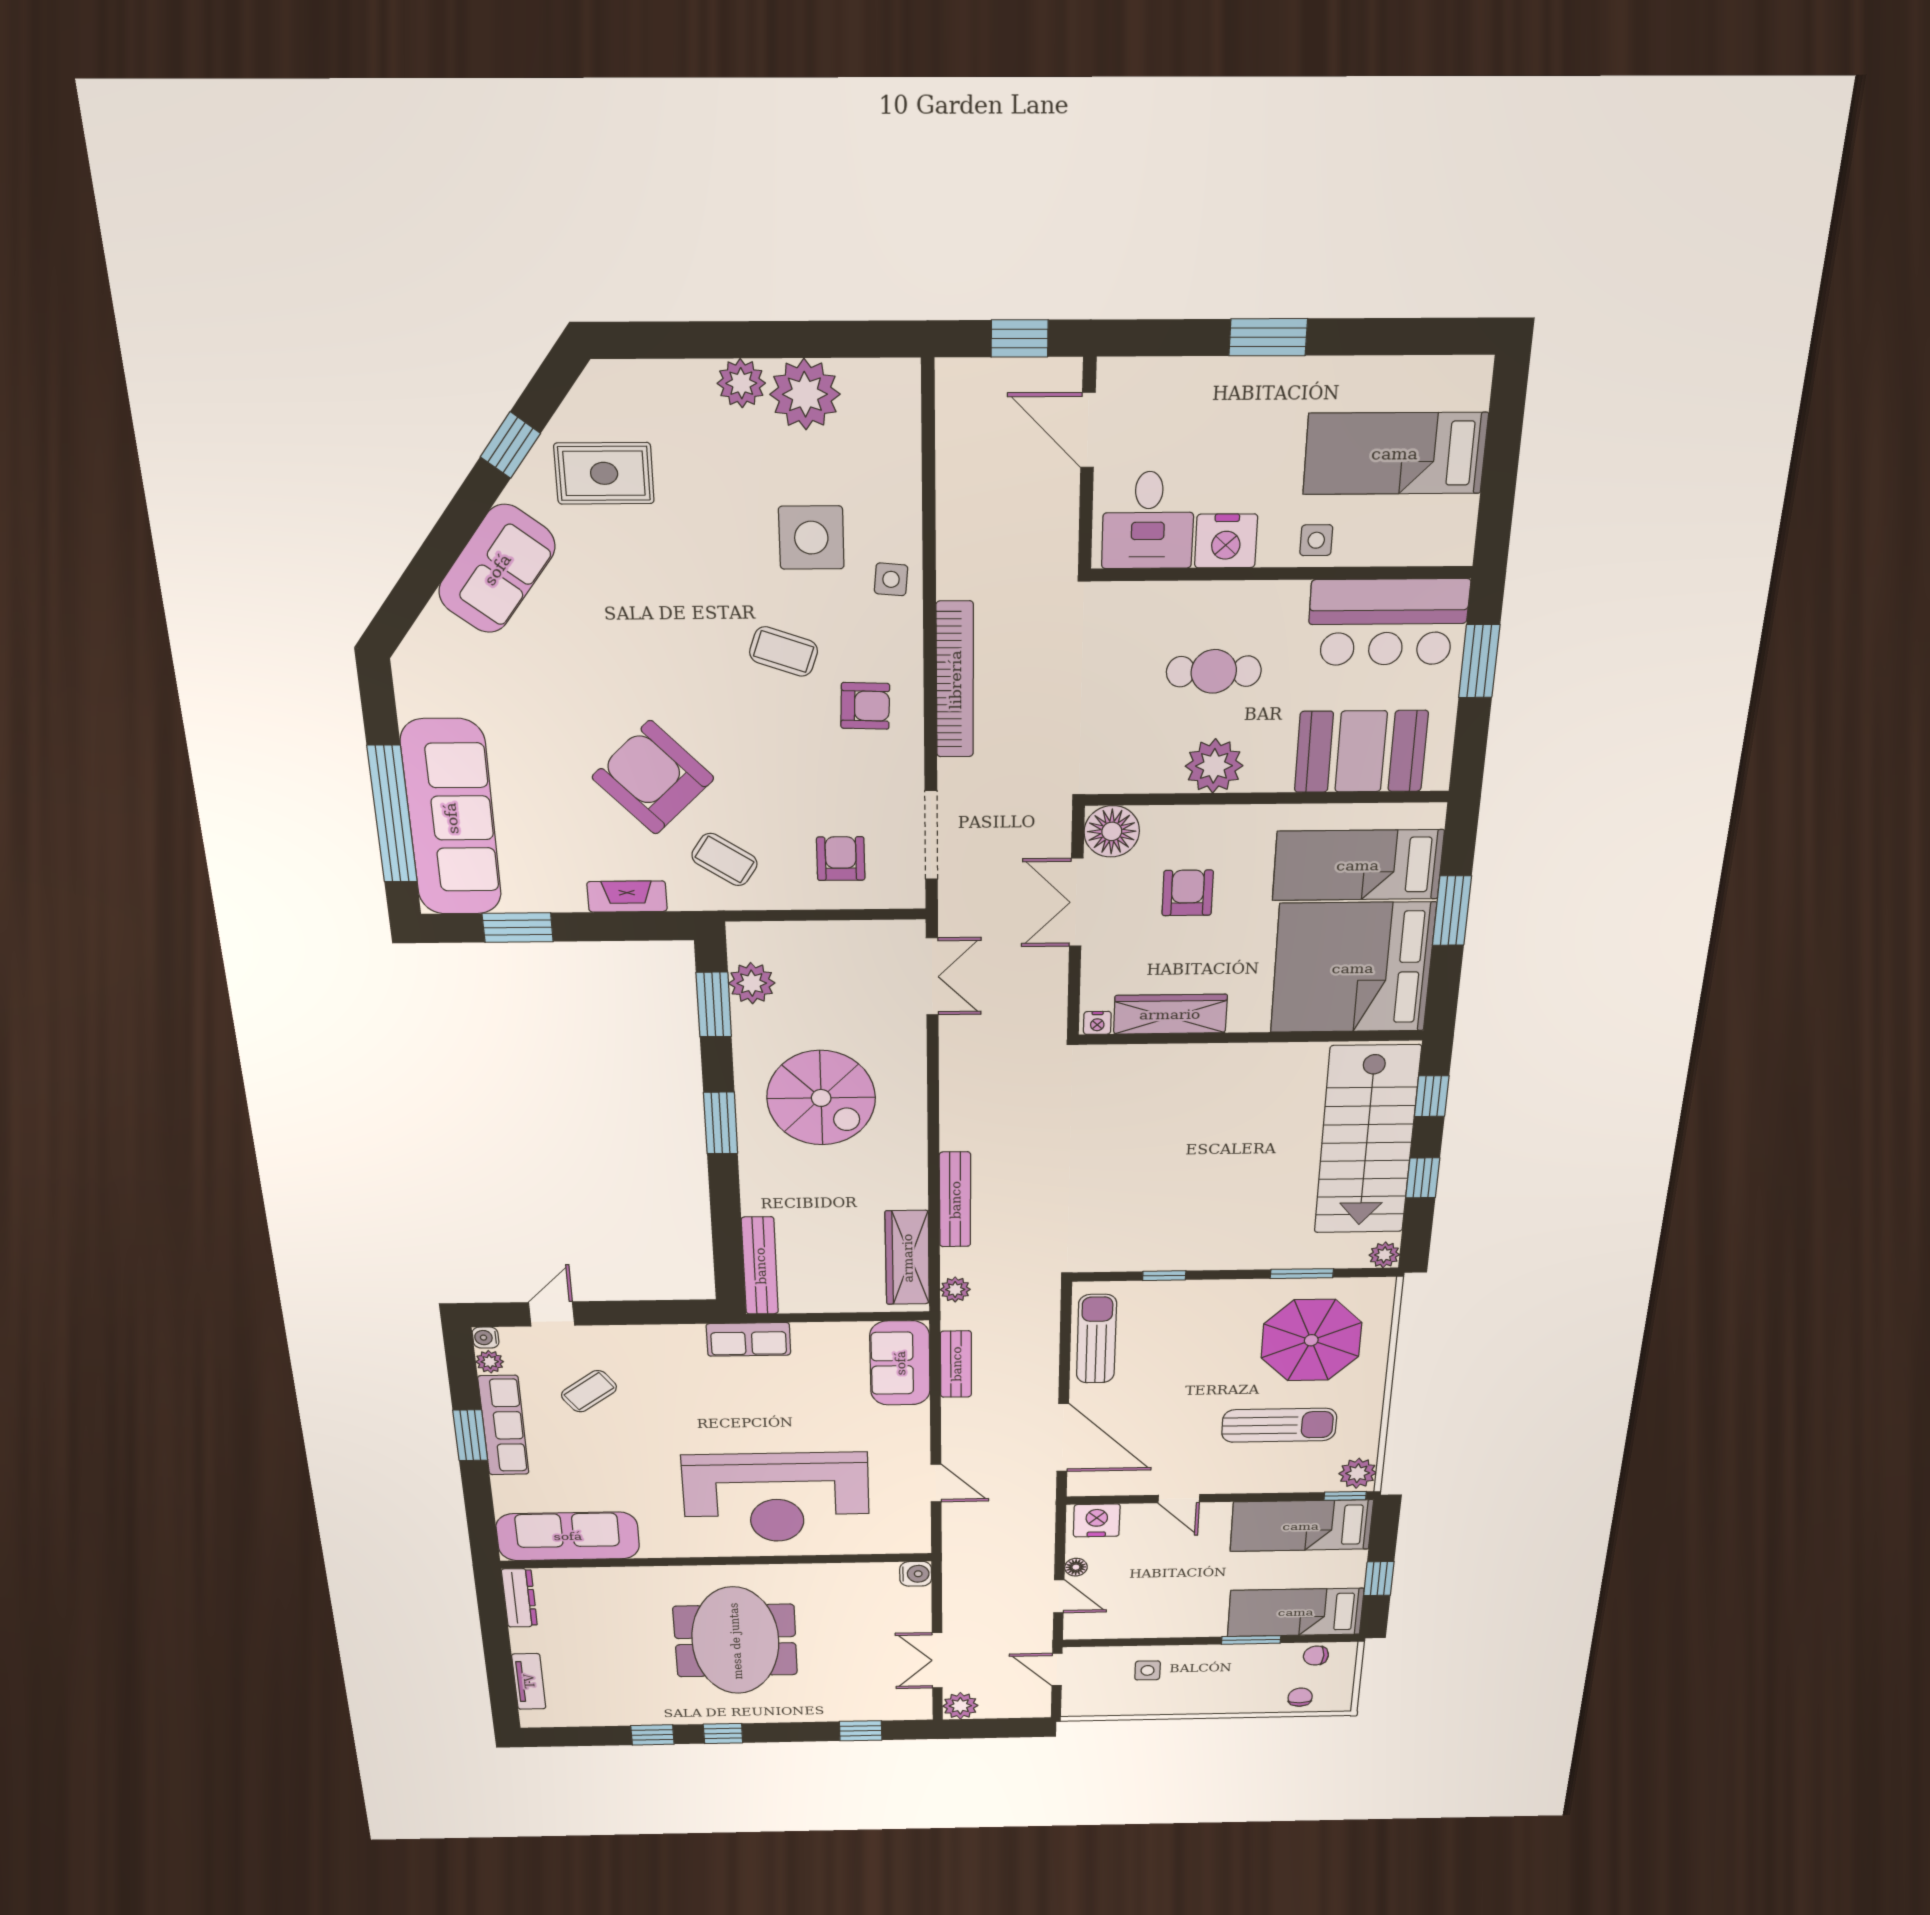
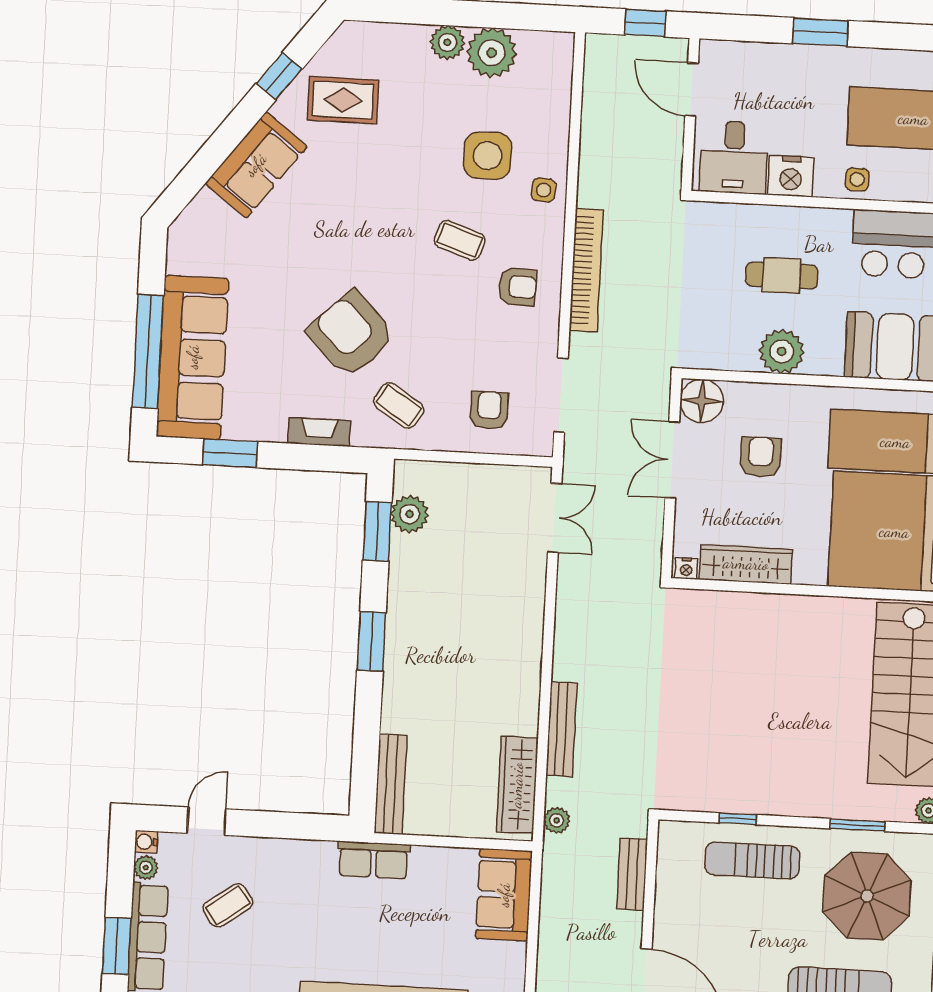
spiral stairs: (821, 1098) -> (456, 623), removed
sun lounger: (1096, 1339) -> (752, 860), moved, turned -90
bench: (956, 1364) -> (632, 874), moved

